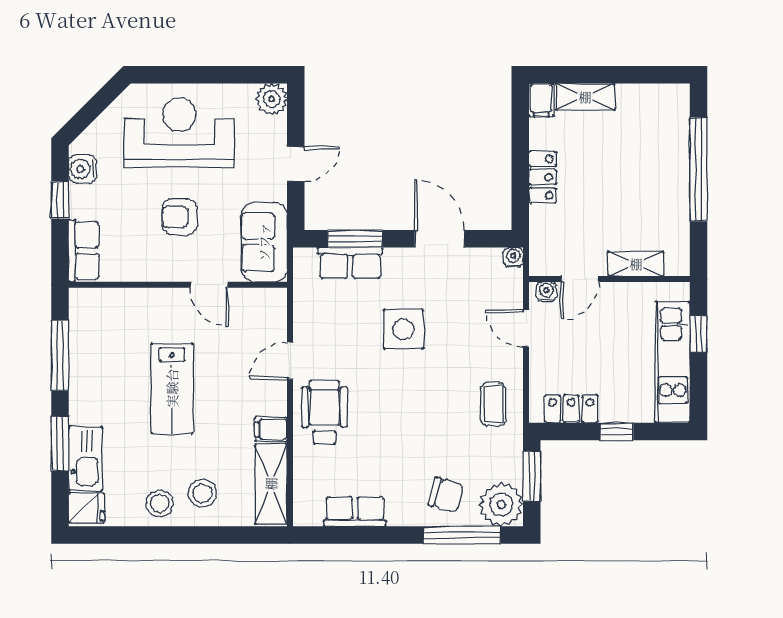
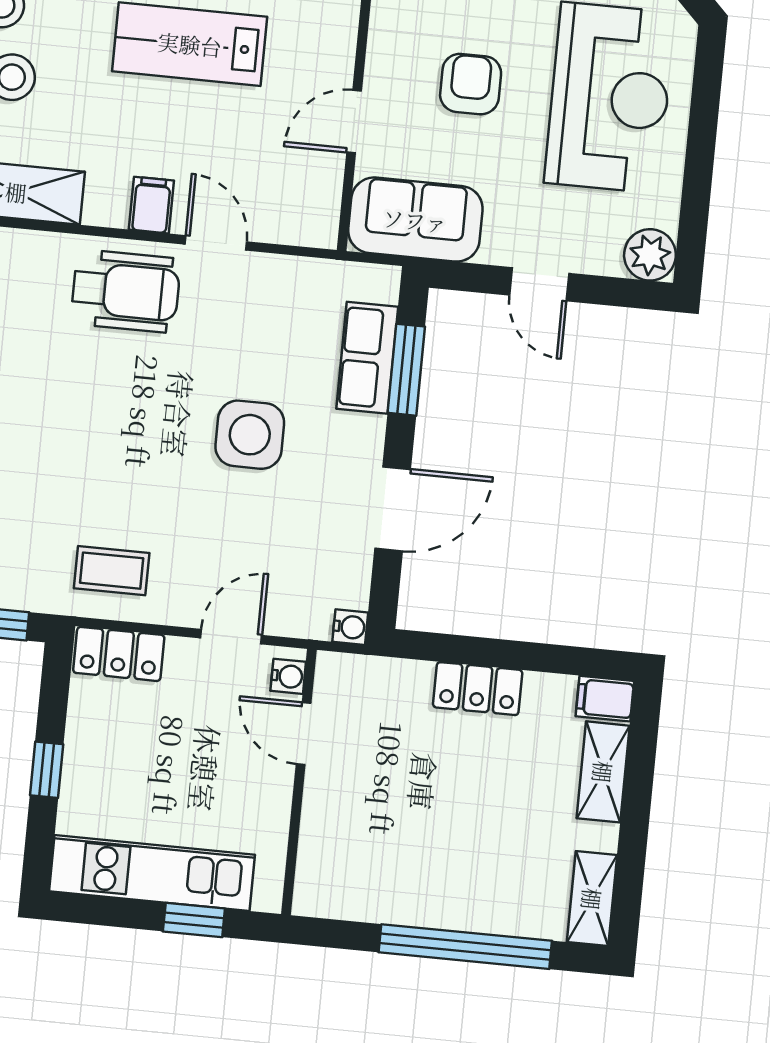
shelving: (636, 264) -> (592, 899), moved
locker: (571, 409) -> (119, 654), moved, turned 90
filing cabinet: (271, 429) -> (151, 205), moved

